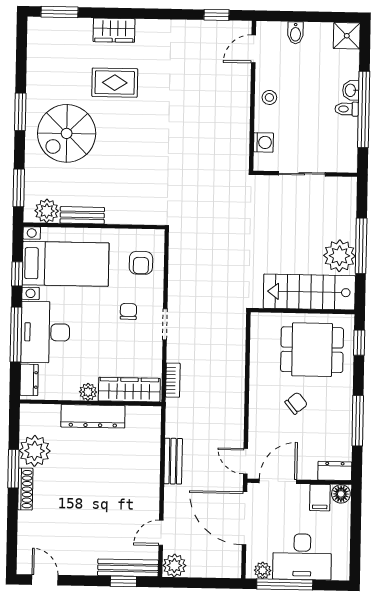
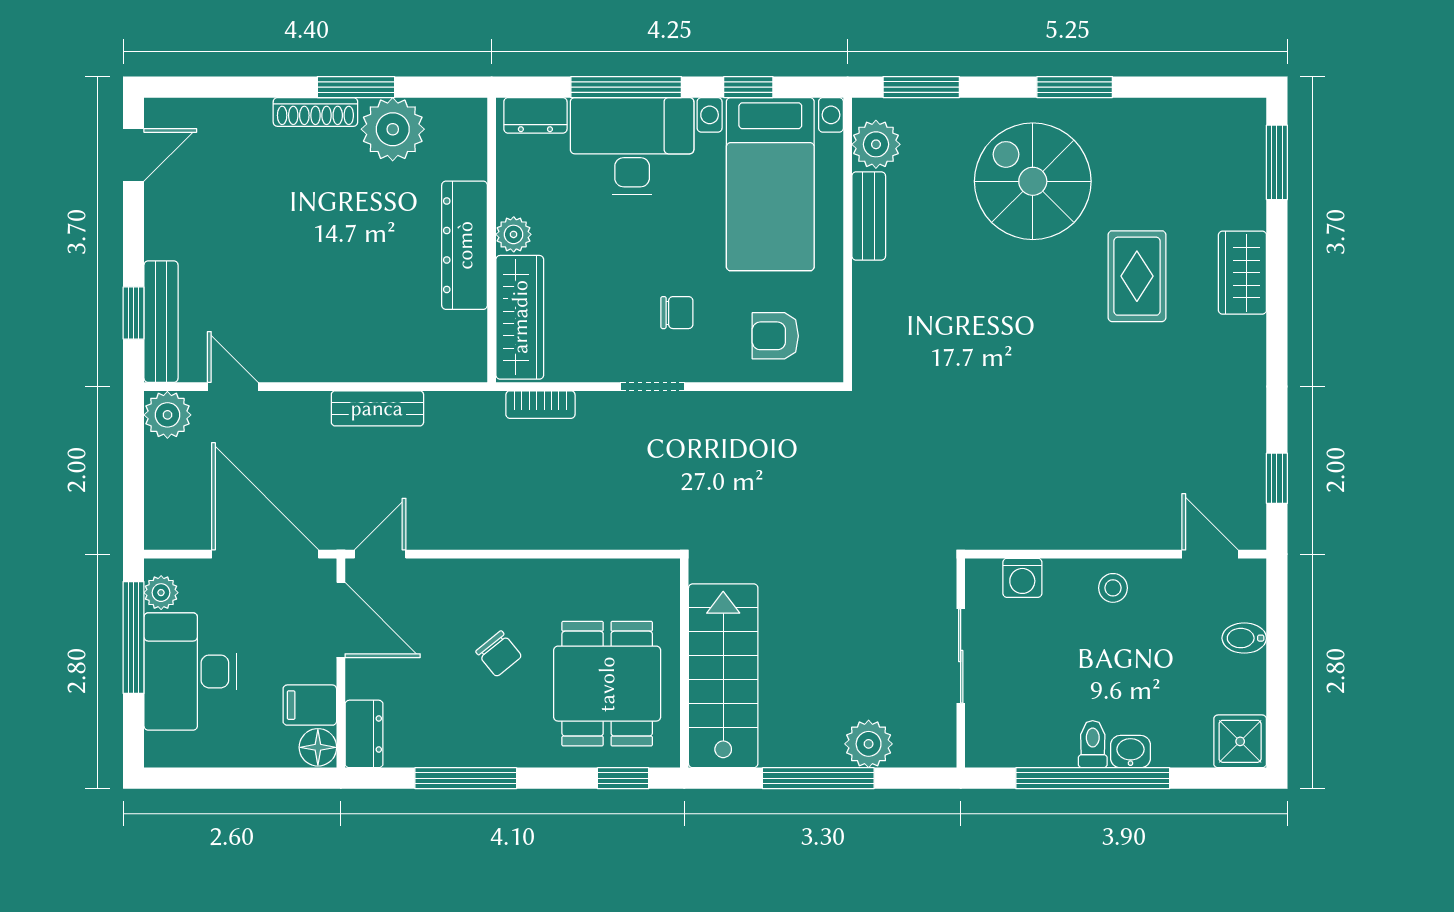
plant: (340, 256) -> (869, 744), moved, width x0.73, depth x0.73
door: (244, 518) -> (265, 554), hinge flipped

